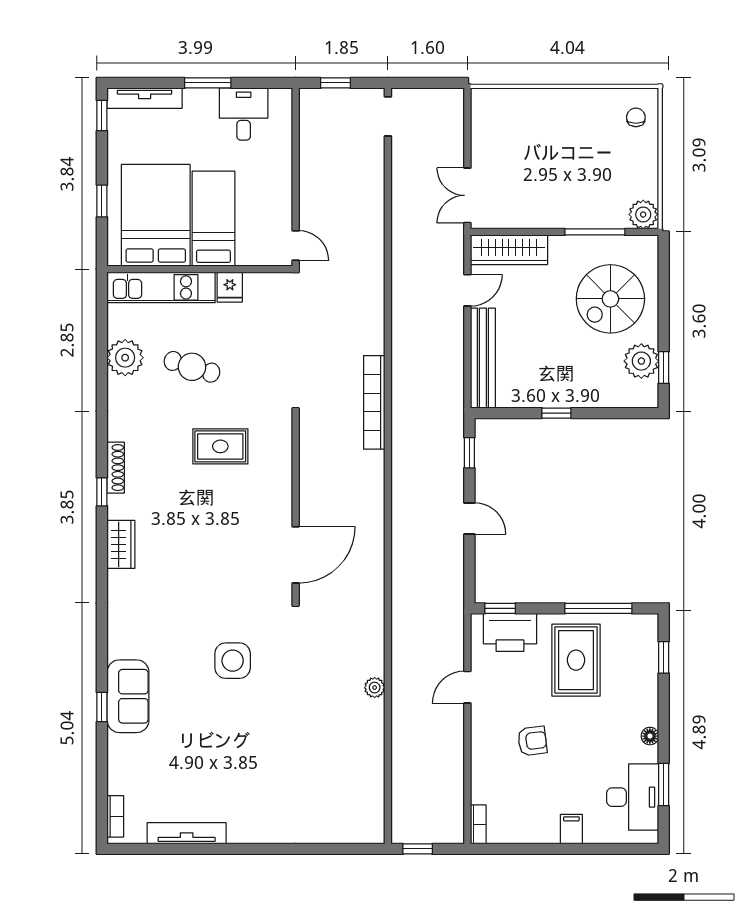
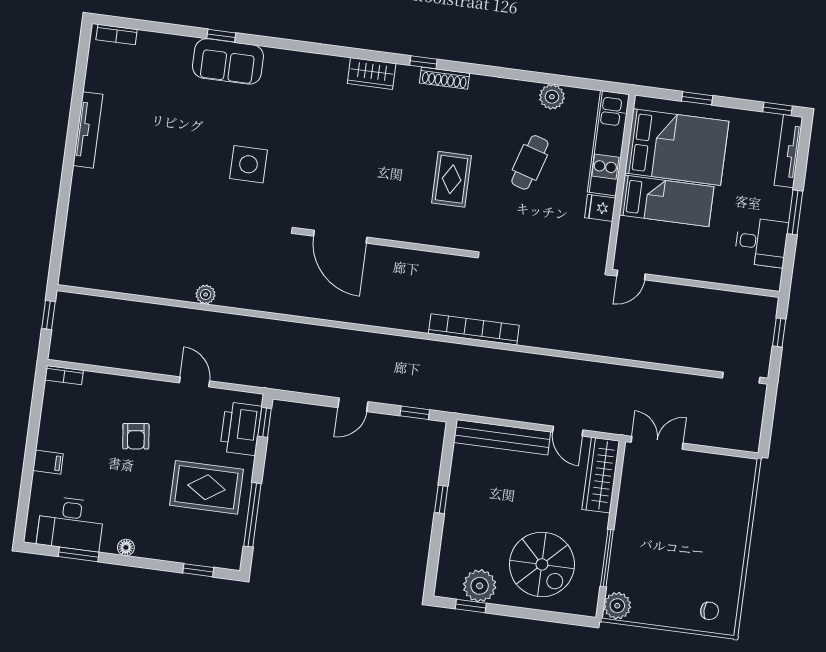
spiral stairs: (610, 299) -> (542, 564), turned 180
plant: (125, 358) -> (552, 97), width x0.73, depth x0.73
tv unit: (187, 833) -> (88, 130), moved

